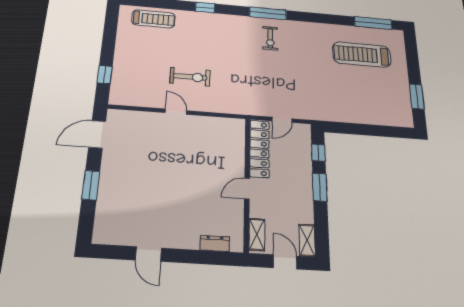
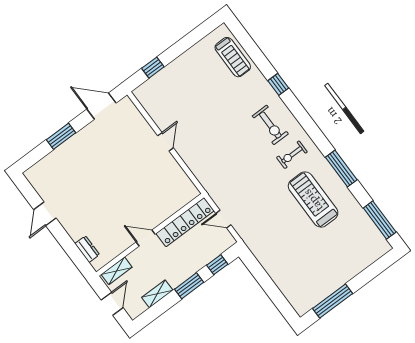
window: (268, 13) -> (341, 169), moved
treadmill: (362, 55) -> (313, 200), moved
exercise bike: (190, 77) -> (270, 125), moved
window: (417, 97) -> (333, 301), width x1.44
shelving: (307, 240) -> (157, 294), moved

